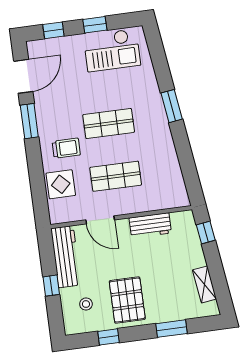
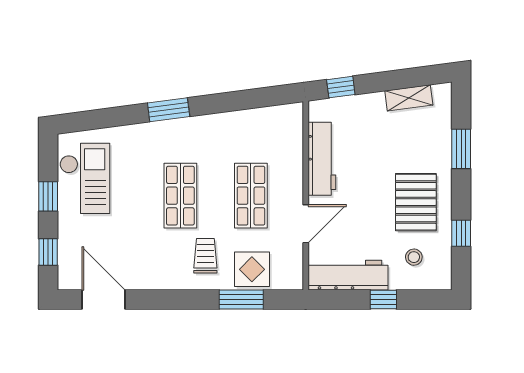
window: (29, 121) -> (241, 300), moved
workbench: (150, 225) -> (322, 159), width x1.38
pallet: (127, 300) -> (416, 202), turned 90

